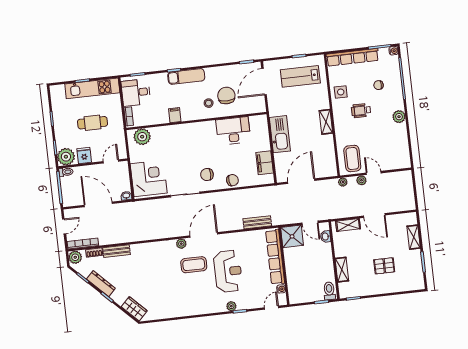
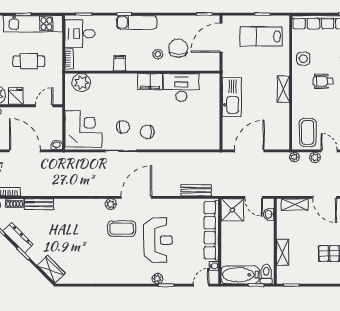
filing cabinet: (265, 163) -> (150, 82), moved, turned -90
chair: (232, 180) -> (123, 127), moved
bathtub: (306, 294) -> (240, 275), added

